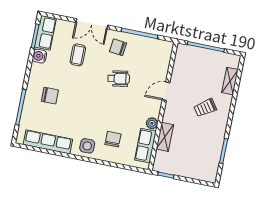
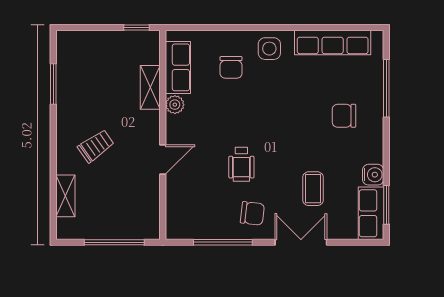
wheelchair: (119, 79) -> (241, 164), turned -80

